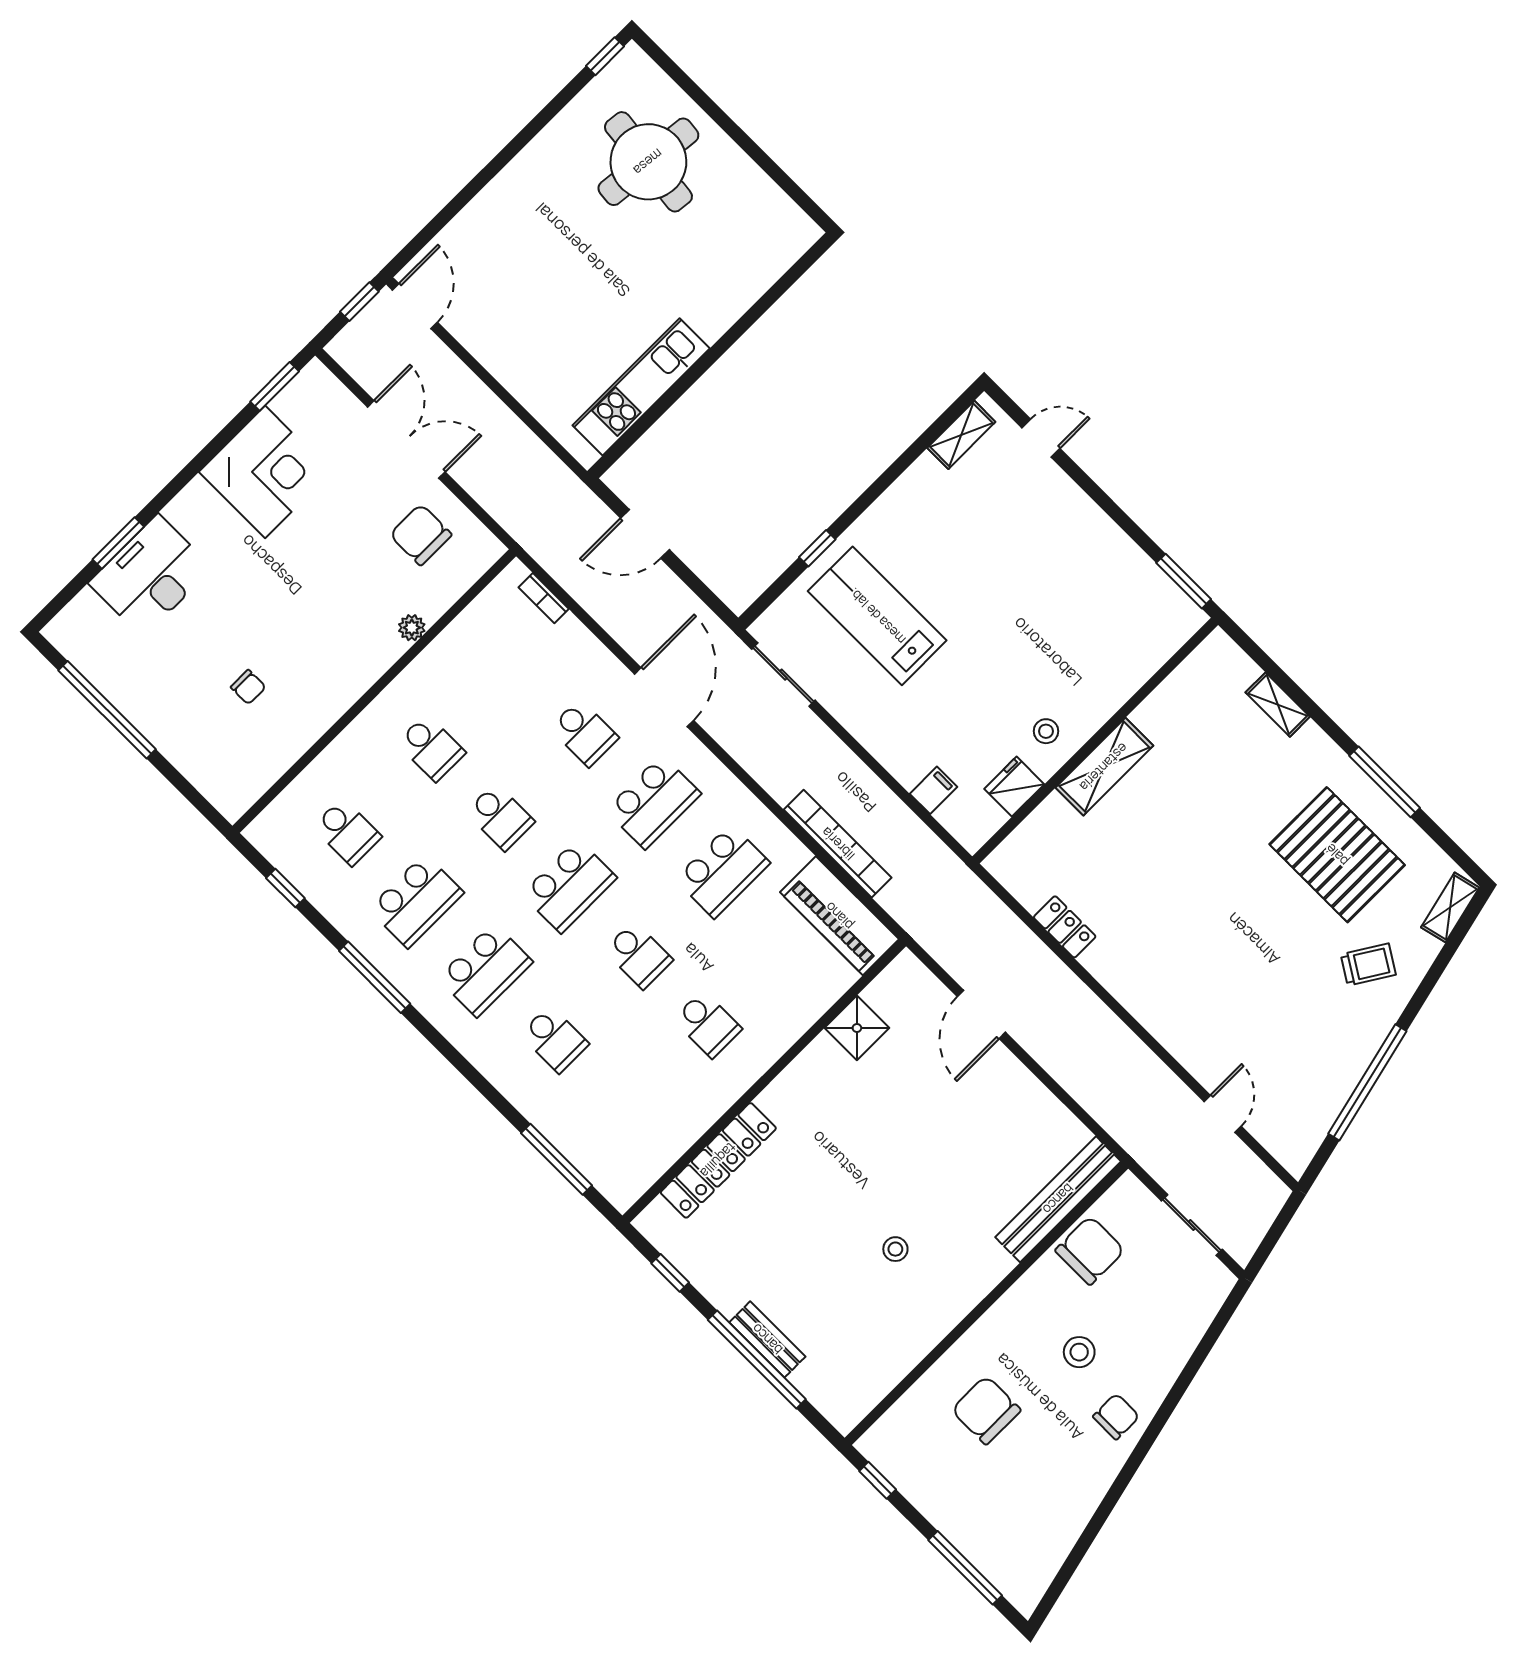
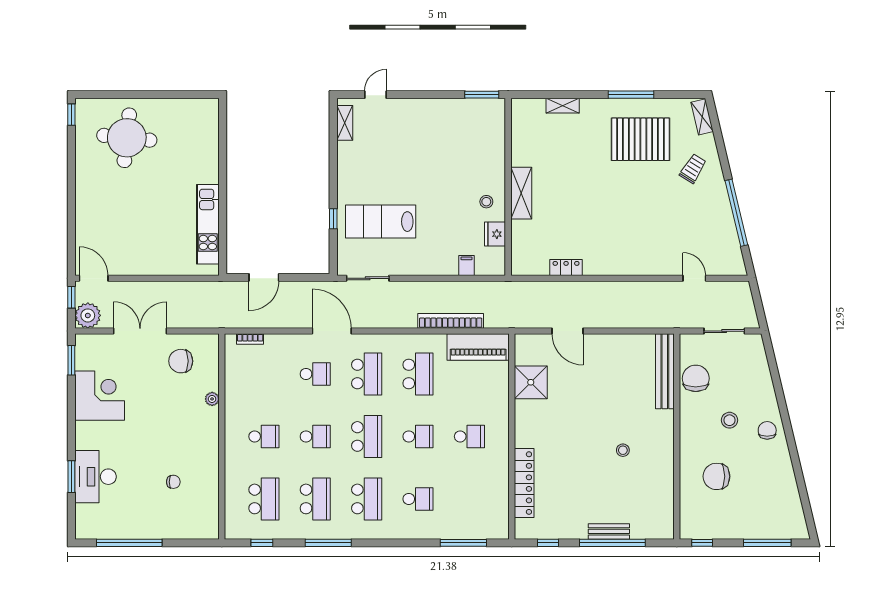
plant: (357, 348) -> (88, 315), added
school desk: (347, 832) -> (264, 499), width x1.85
shower: (857, 1028) -> (531, 382), width x1.36, depth x1.36

